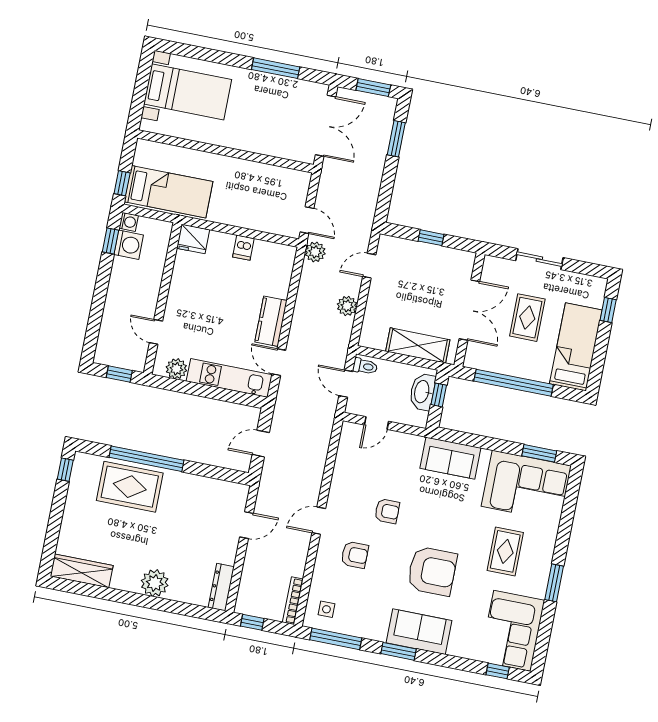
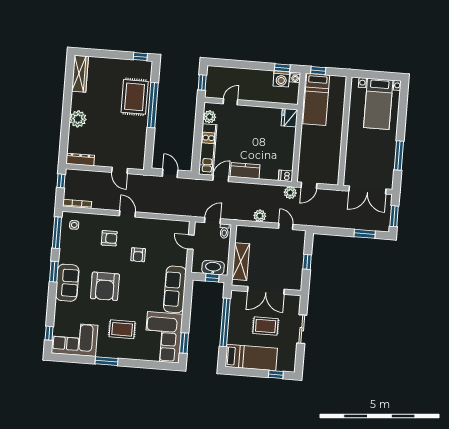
dishwasher: (243, 248) -> (286, 176), moved
sofa: (450, 458) -> (175, 289), width x1.36
armchair: (355, 555) -> (109, 238), turned -90

